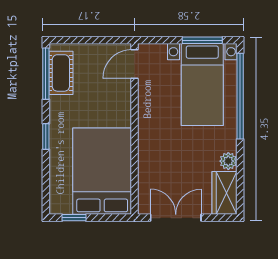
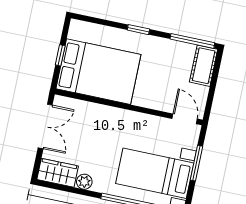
window: (202, 40) -> (197, 163), moved
cot: (61, 73) -> (204, 66), moved, turned 90
window: (74, 218) -> (60, 55), moved

